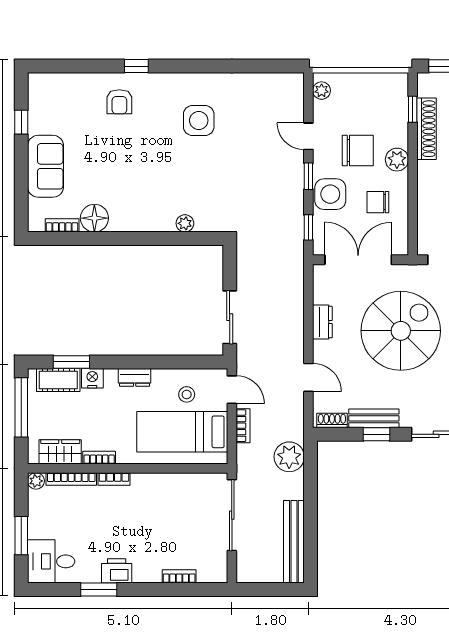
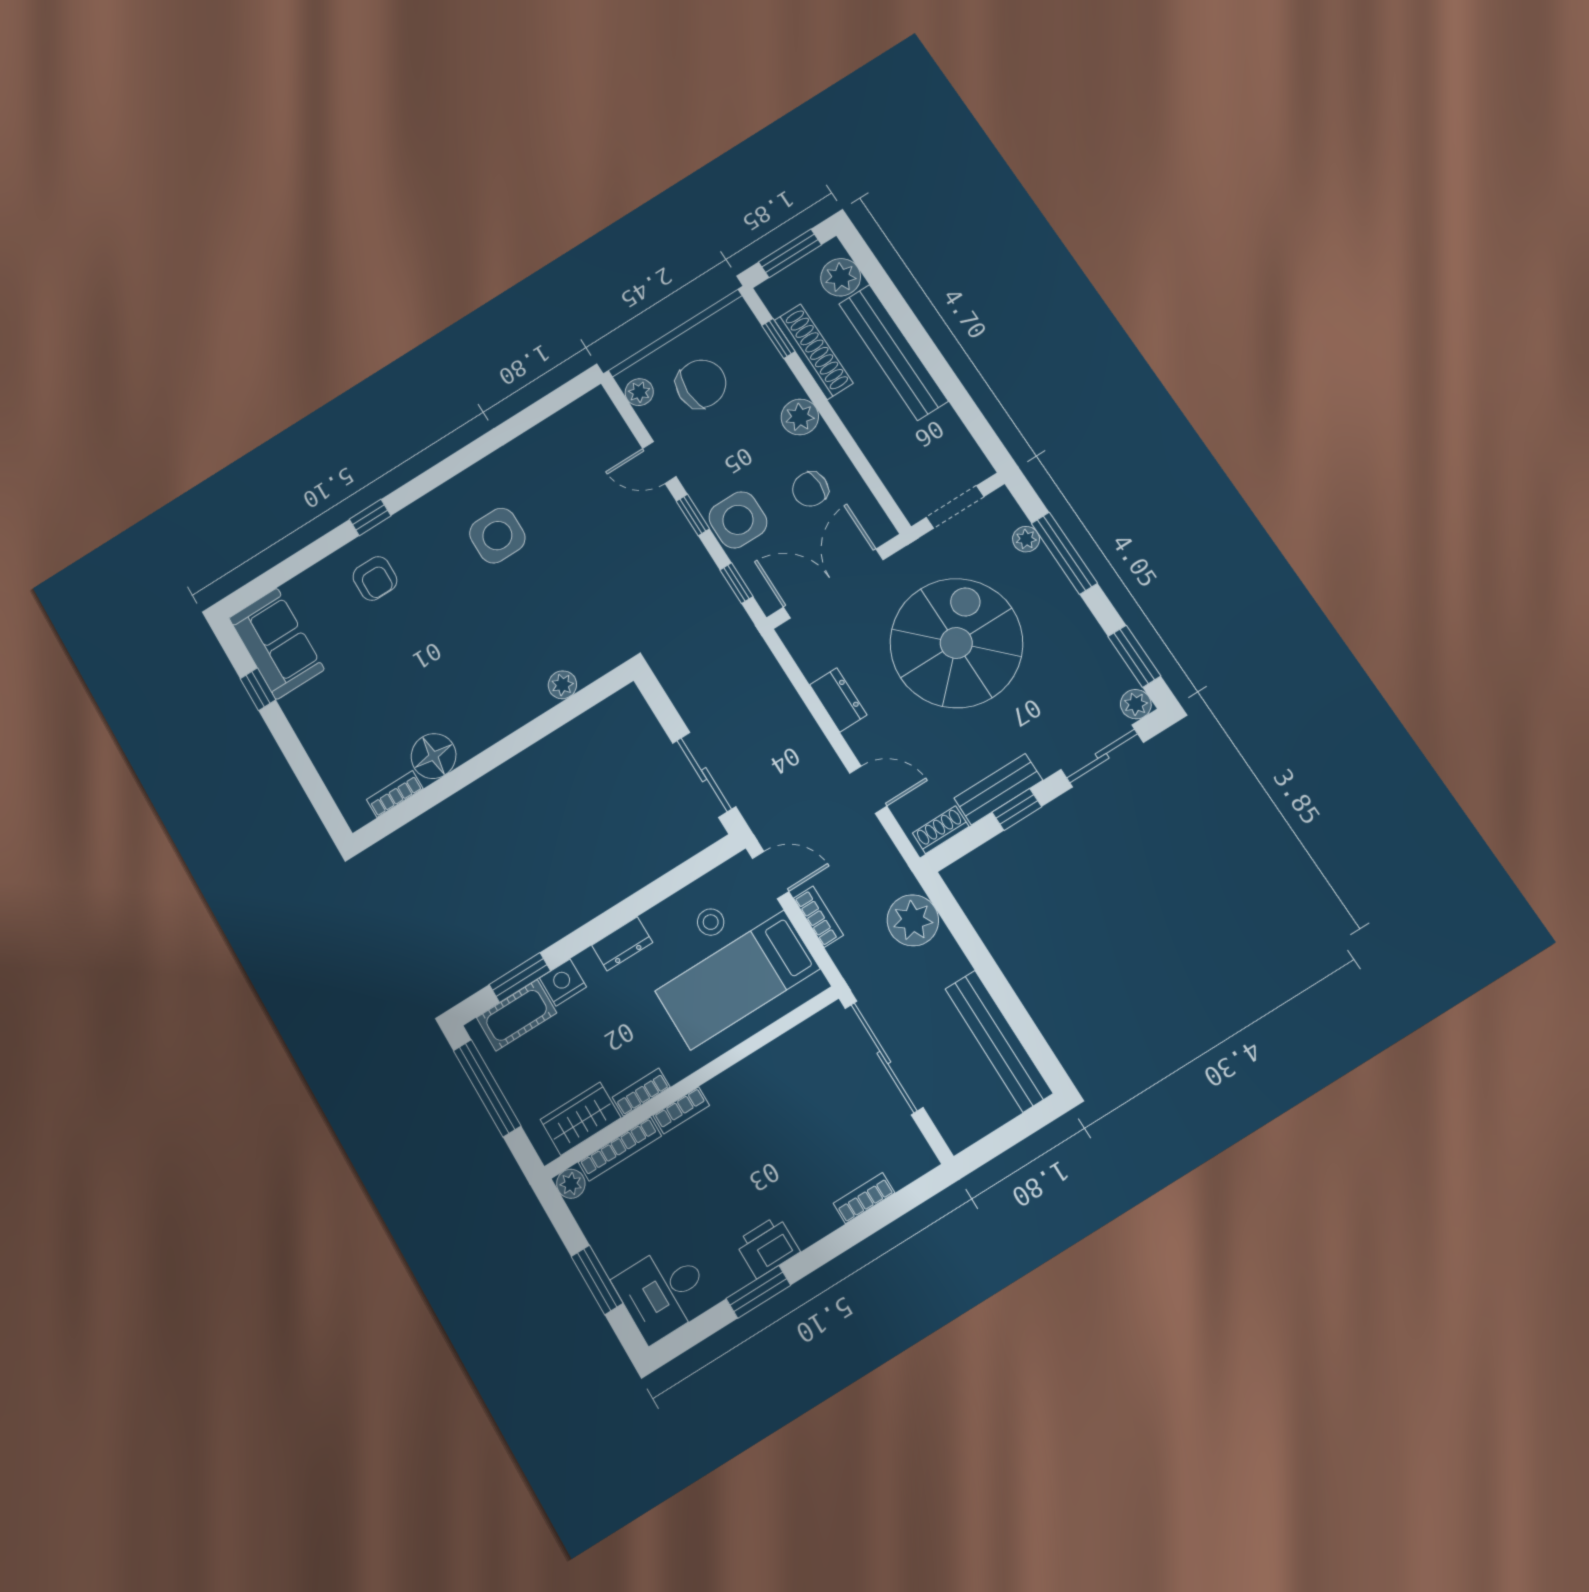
chair: (358, 150) -> (701, 384), moved
sofa: (46, 166) -> (277, 644), moved

